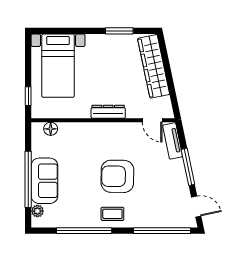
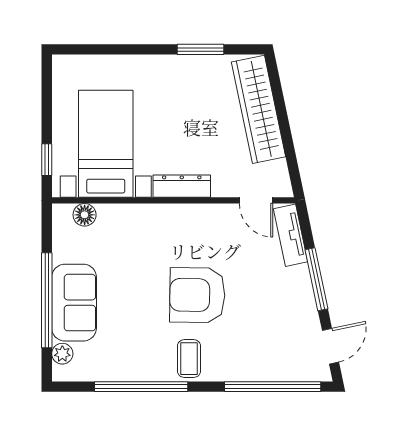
bed with nightstands: (58, 66) -> (106, 144), moved, turned 180
door: (196, 207) -> (330, 346), hinge flipped
coffee table: (112, 214) -> (189, 359), turned 90

